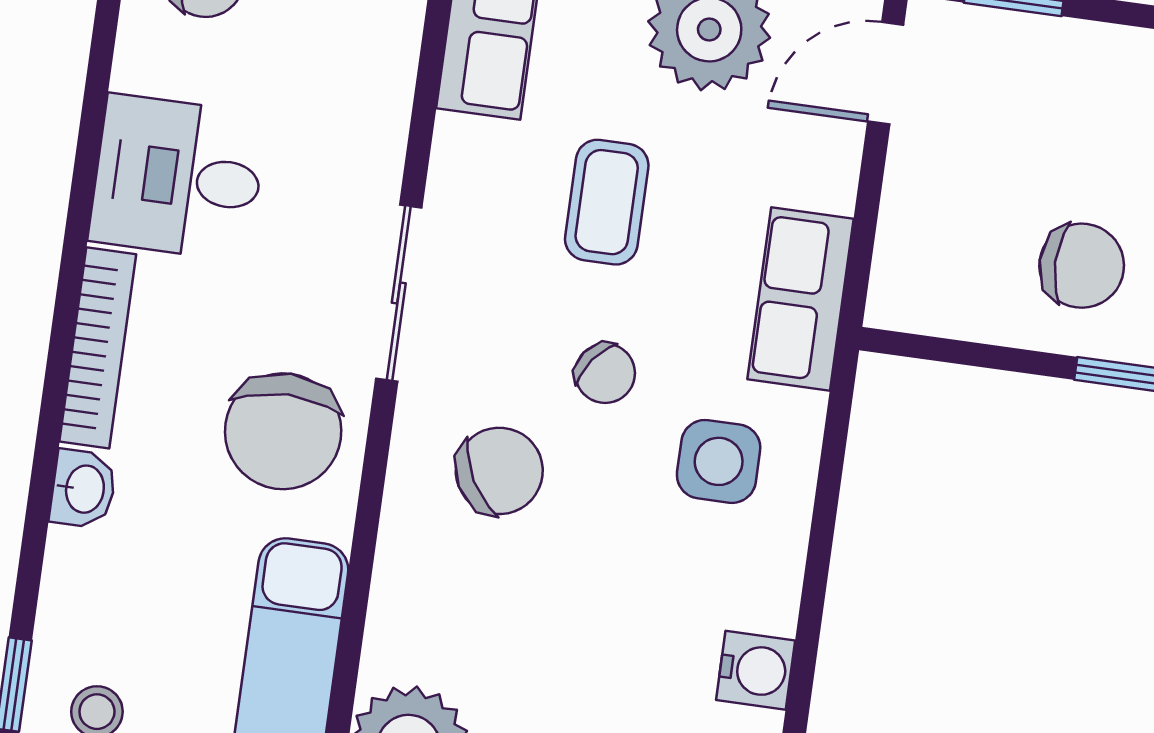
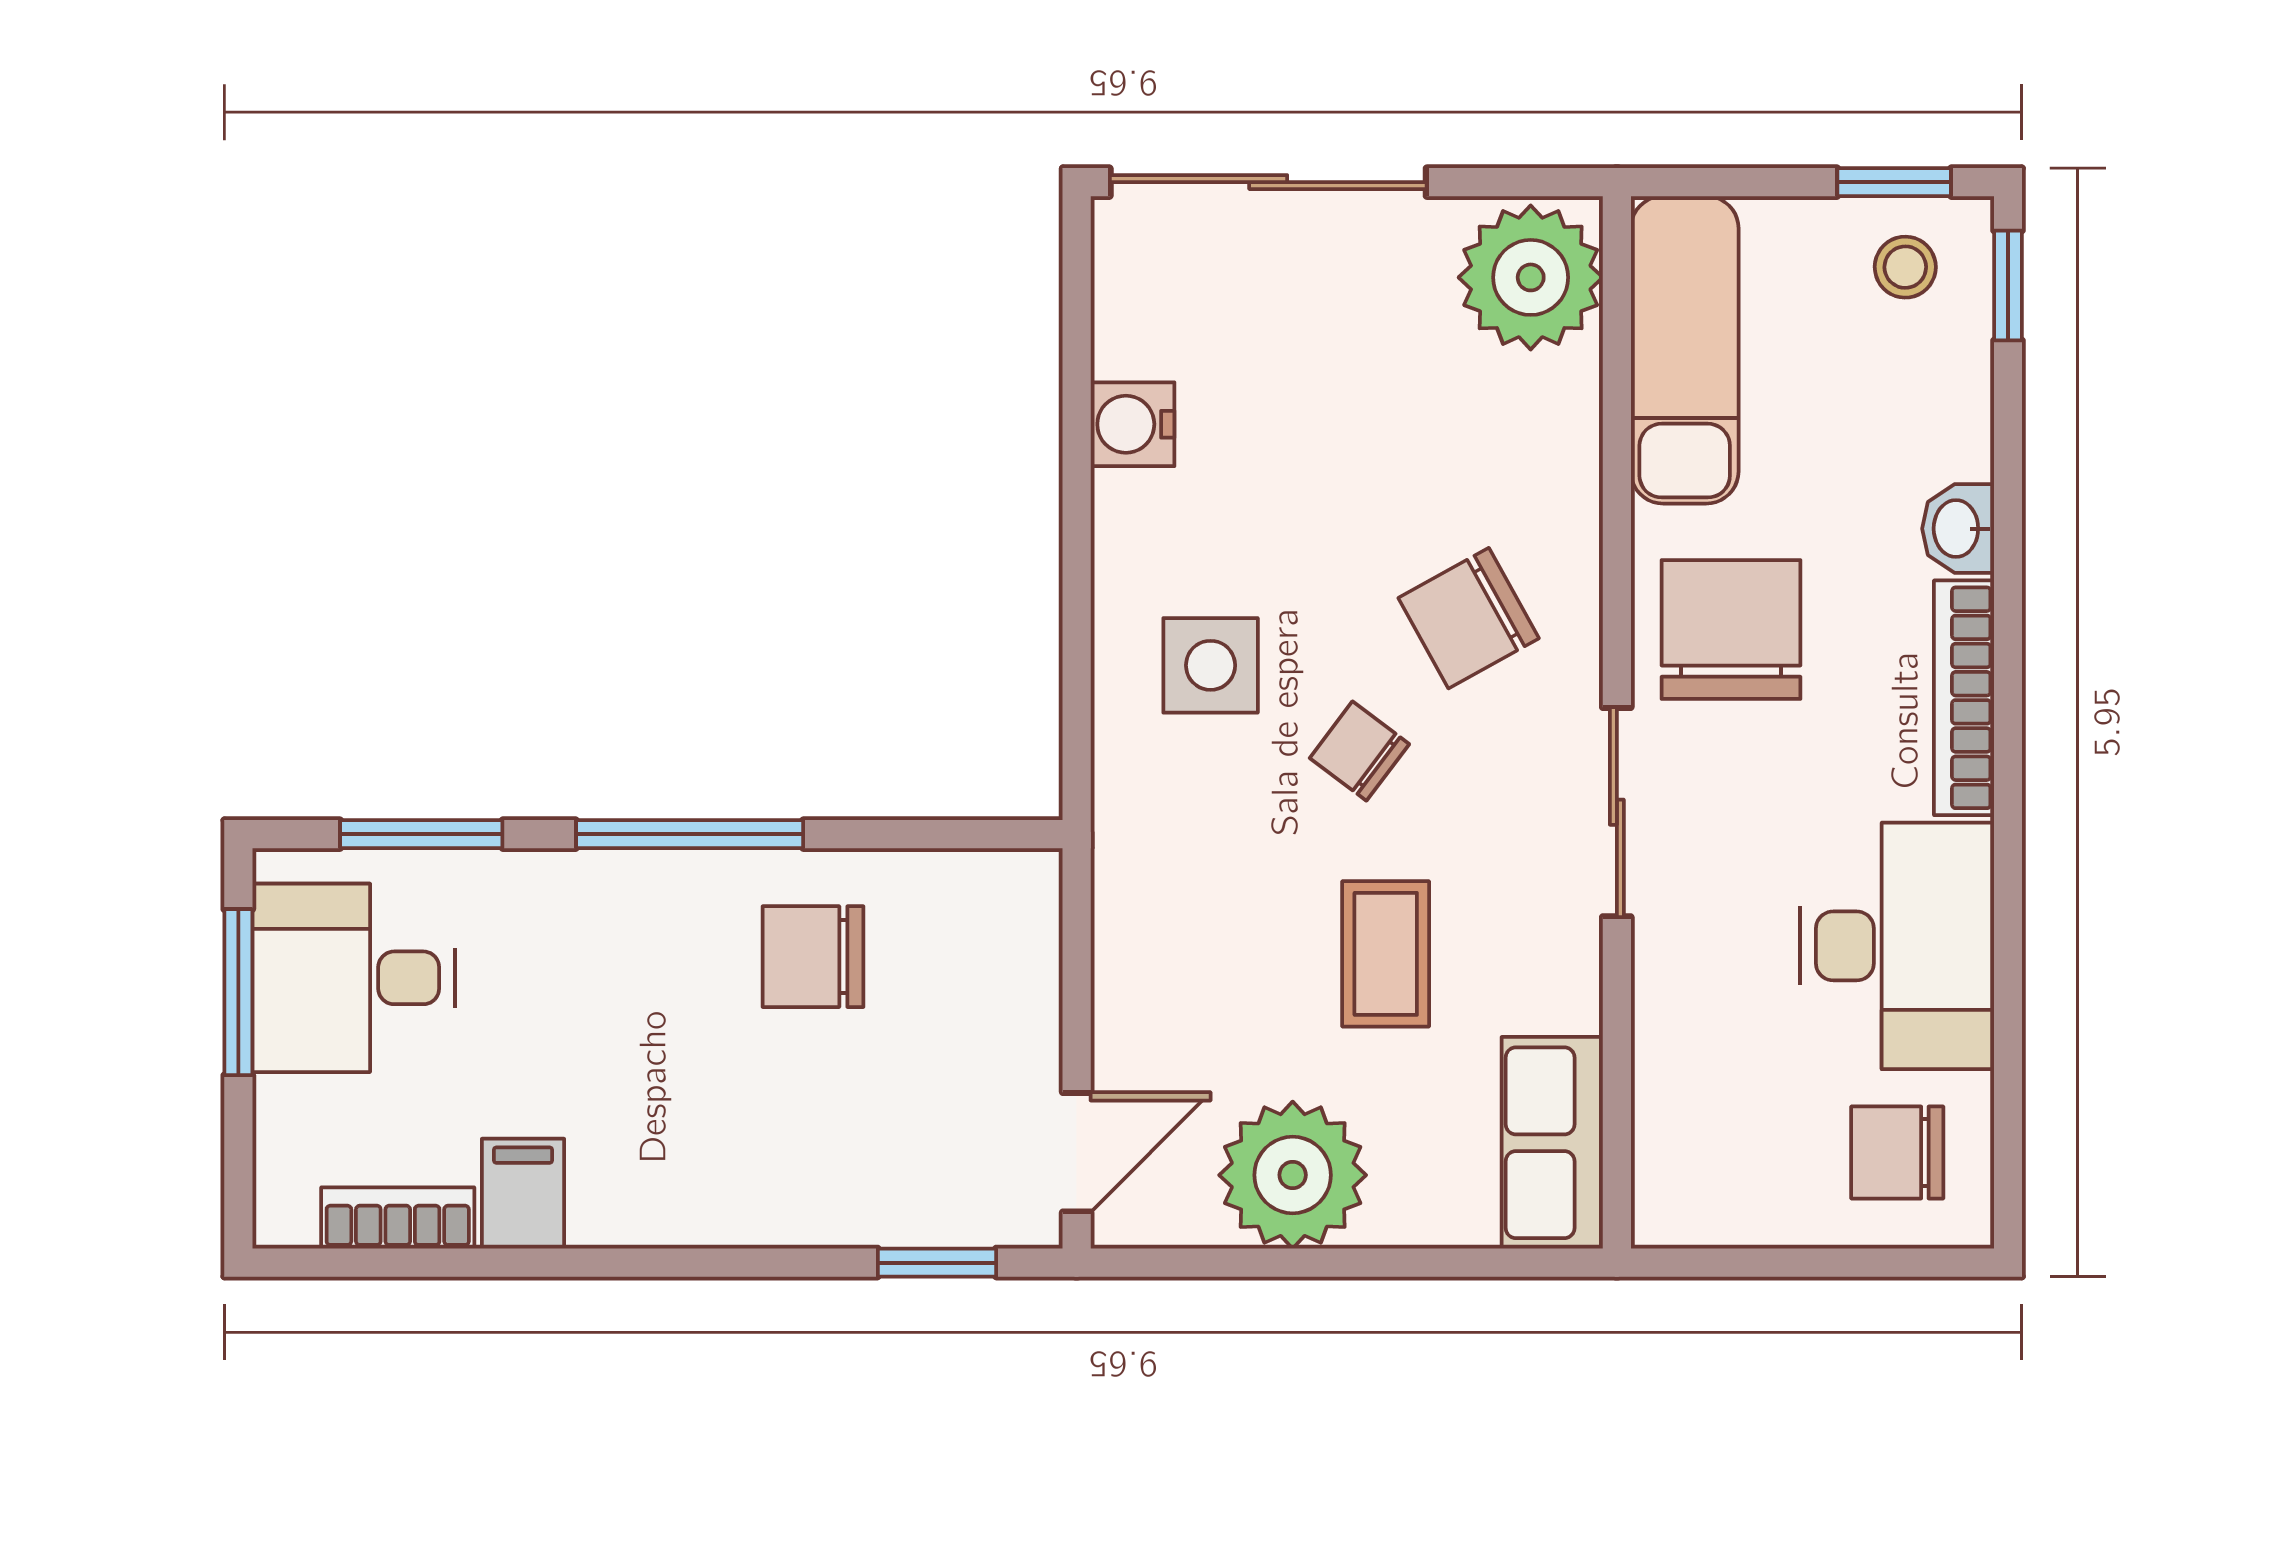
desk: (178, 178) -> (1897, 946), width x1.37
row of seats: (801, 299) -> (1140, 871), removed

